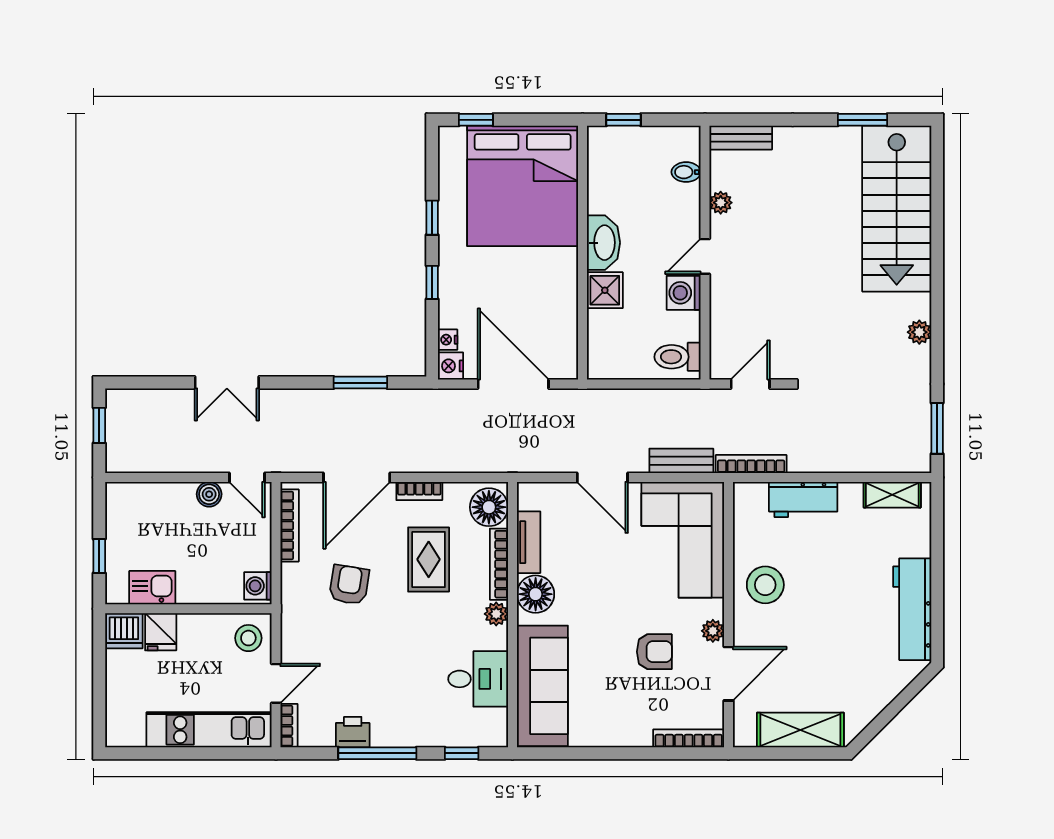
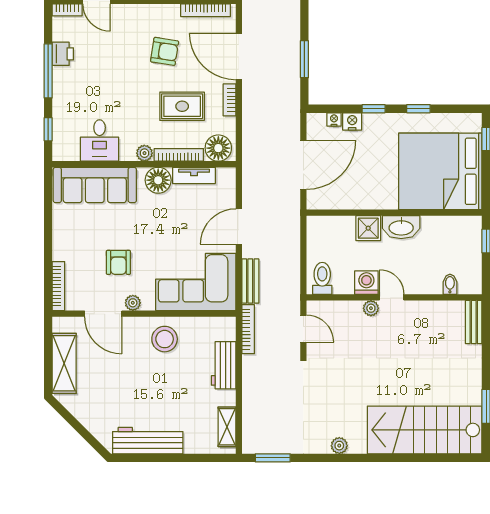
plant: (721, 203) -> (371, 308), moved
nightstand: (451, 366) -> (352, 121), moved

